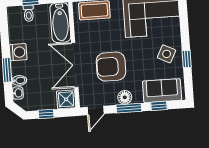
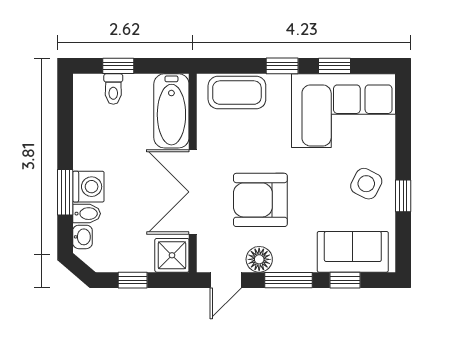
washing machine: (18, 52) -> (88, 187), moved
floor lamp: (125, 97) -> (259, 259), moved

